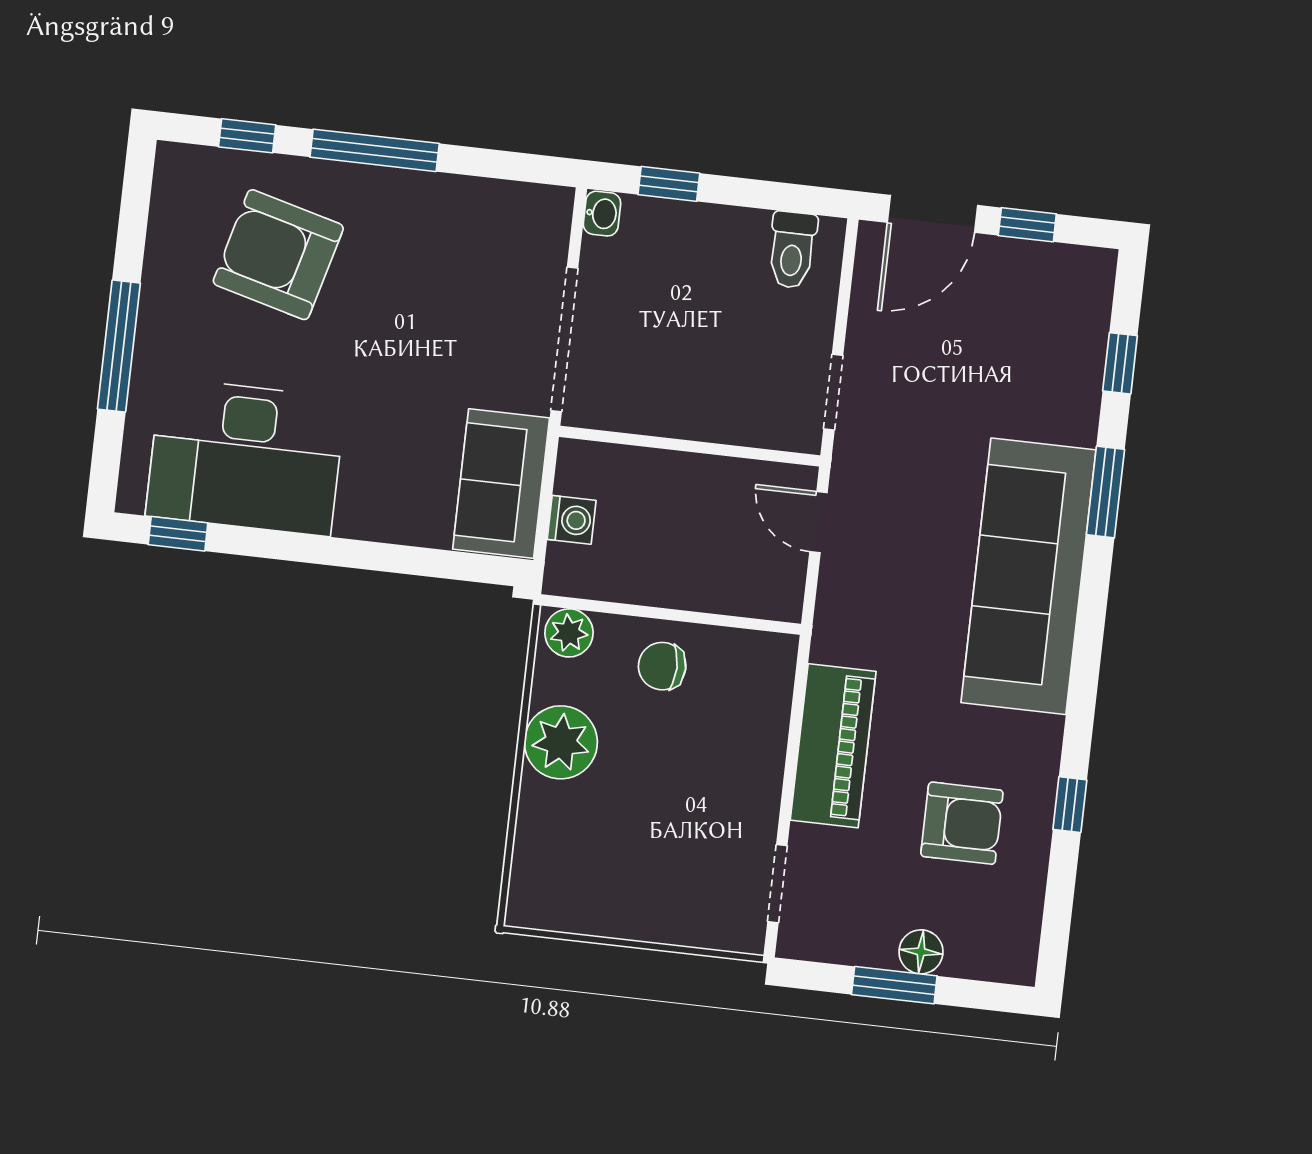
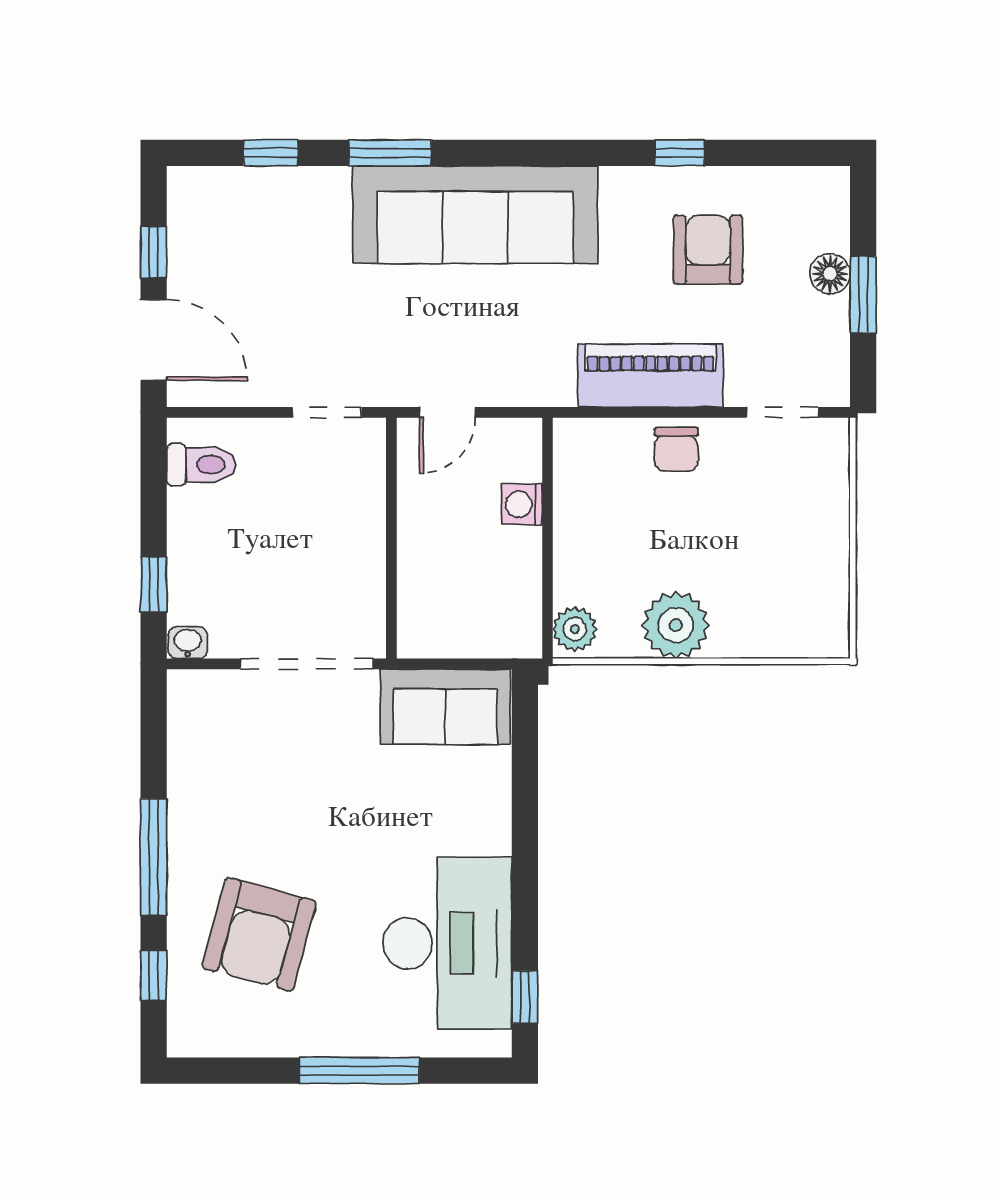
washing machine: (572, 520) -> (522, 504), moved, turned -90
chair: (662, 666) -> (676, 449), moved

